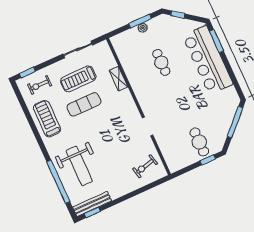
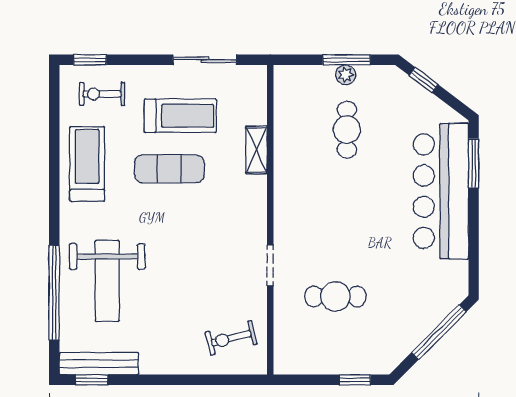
cafe table: (161, 62) -> (347, 130), moved
treadmill: (78, 79) -> (180, 116), turned 180
cafe table: (199, 142) -> (335, 296), moved, turned 90

